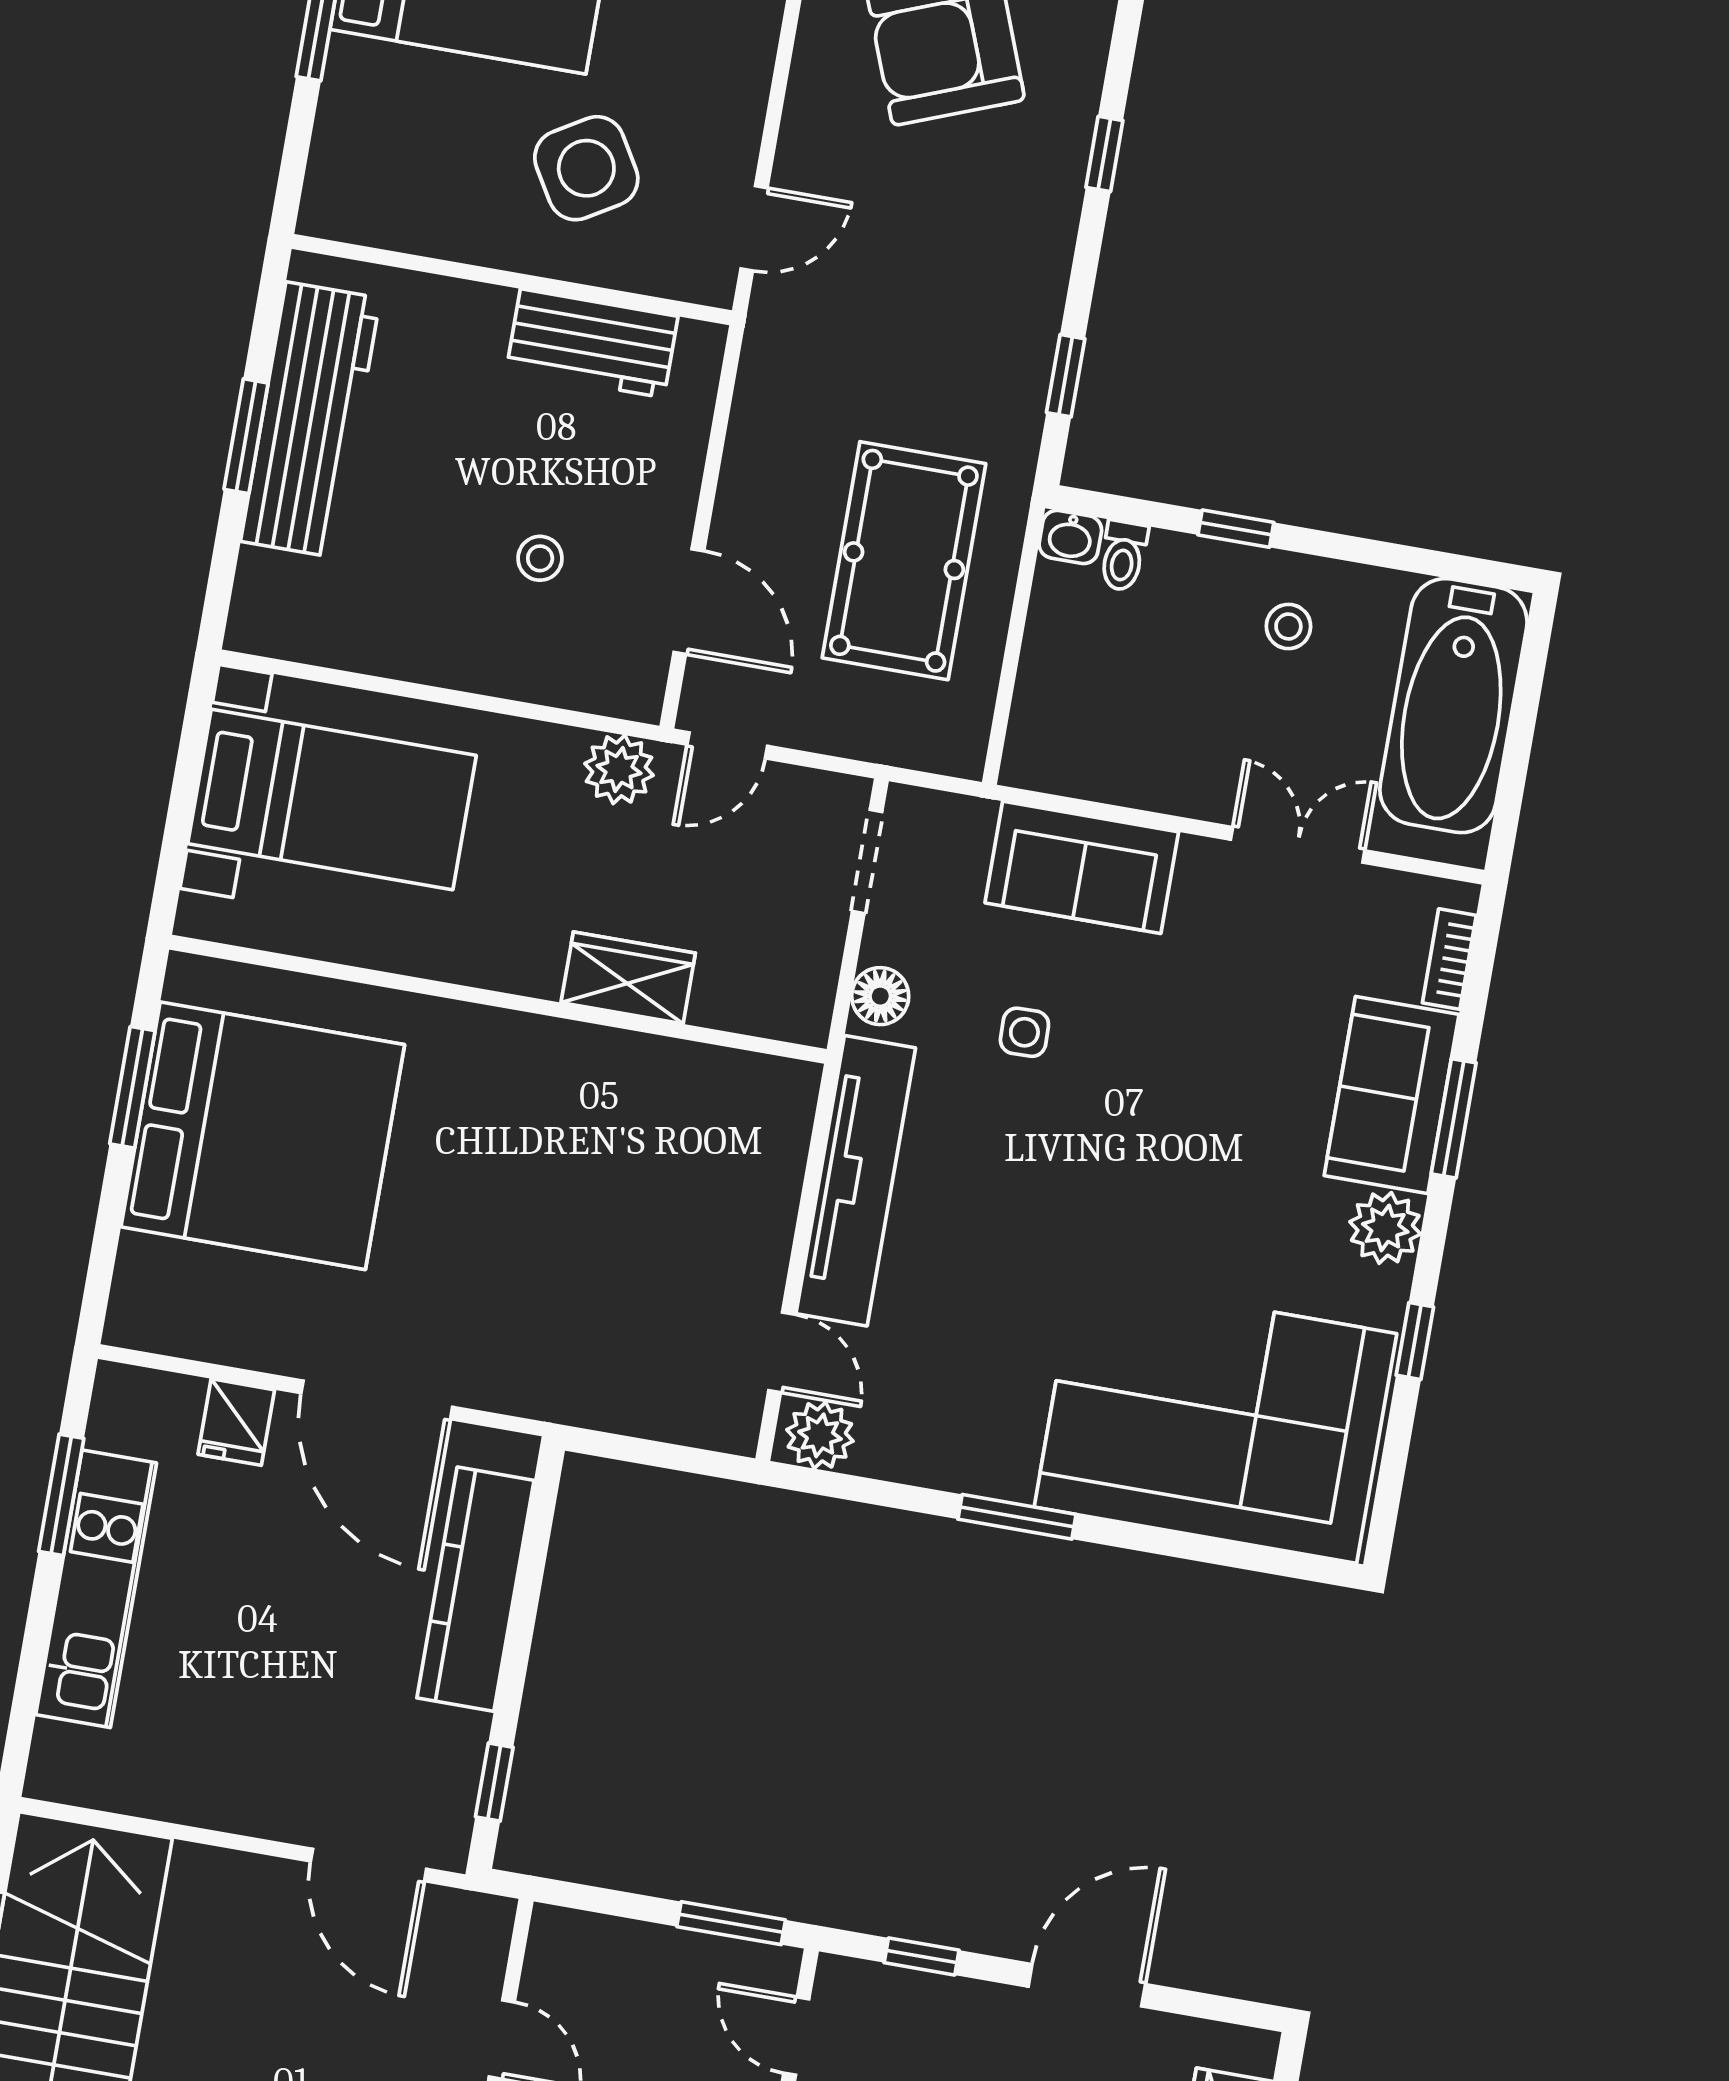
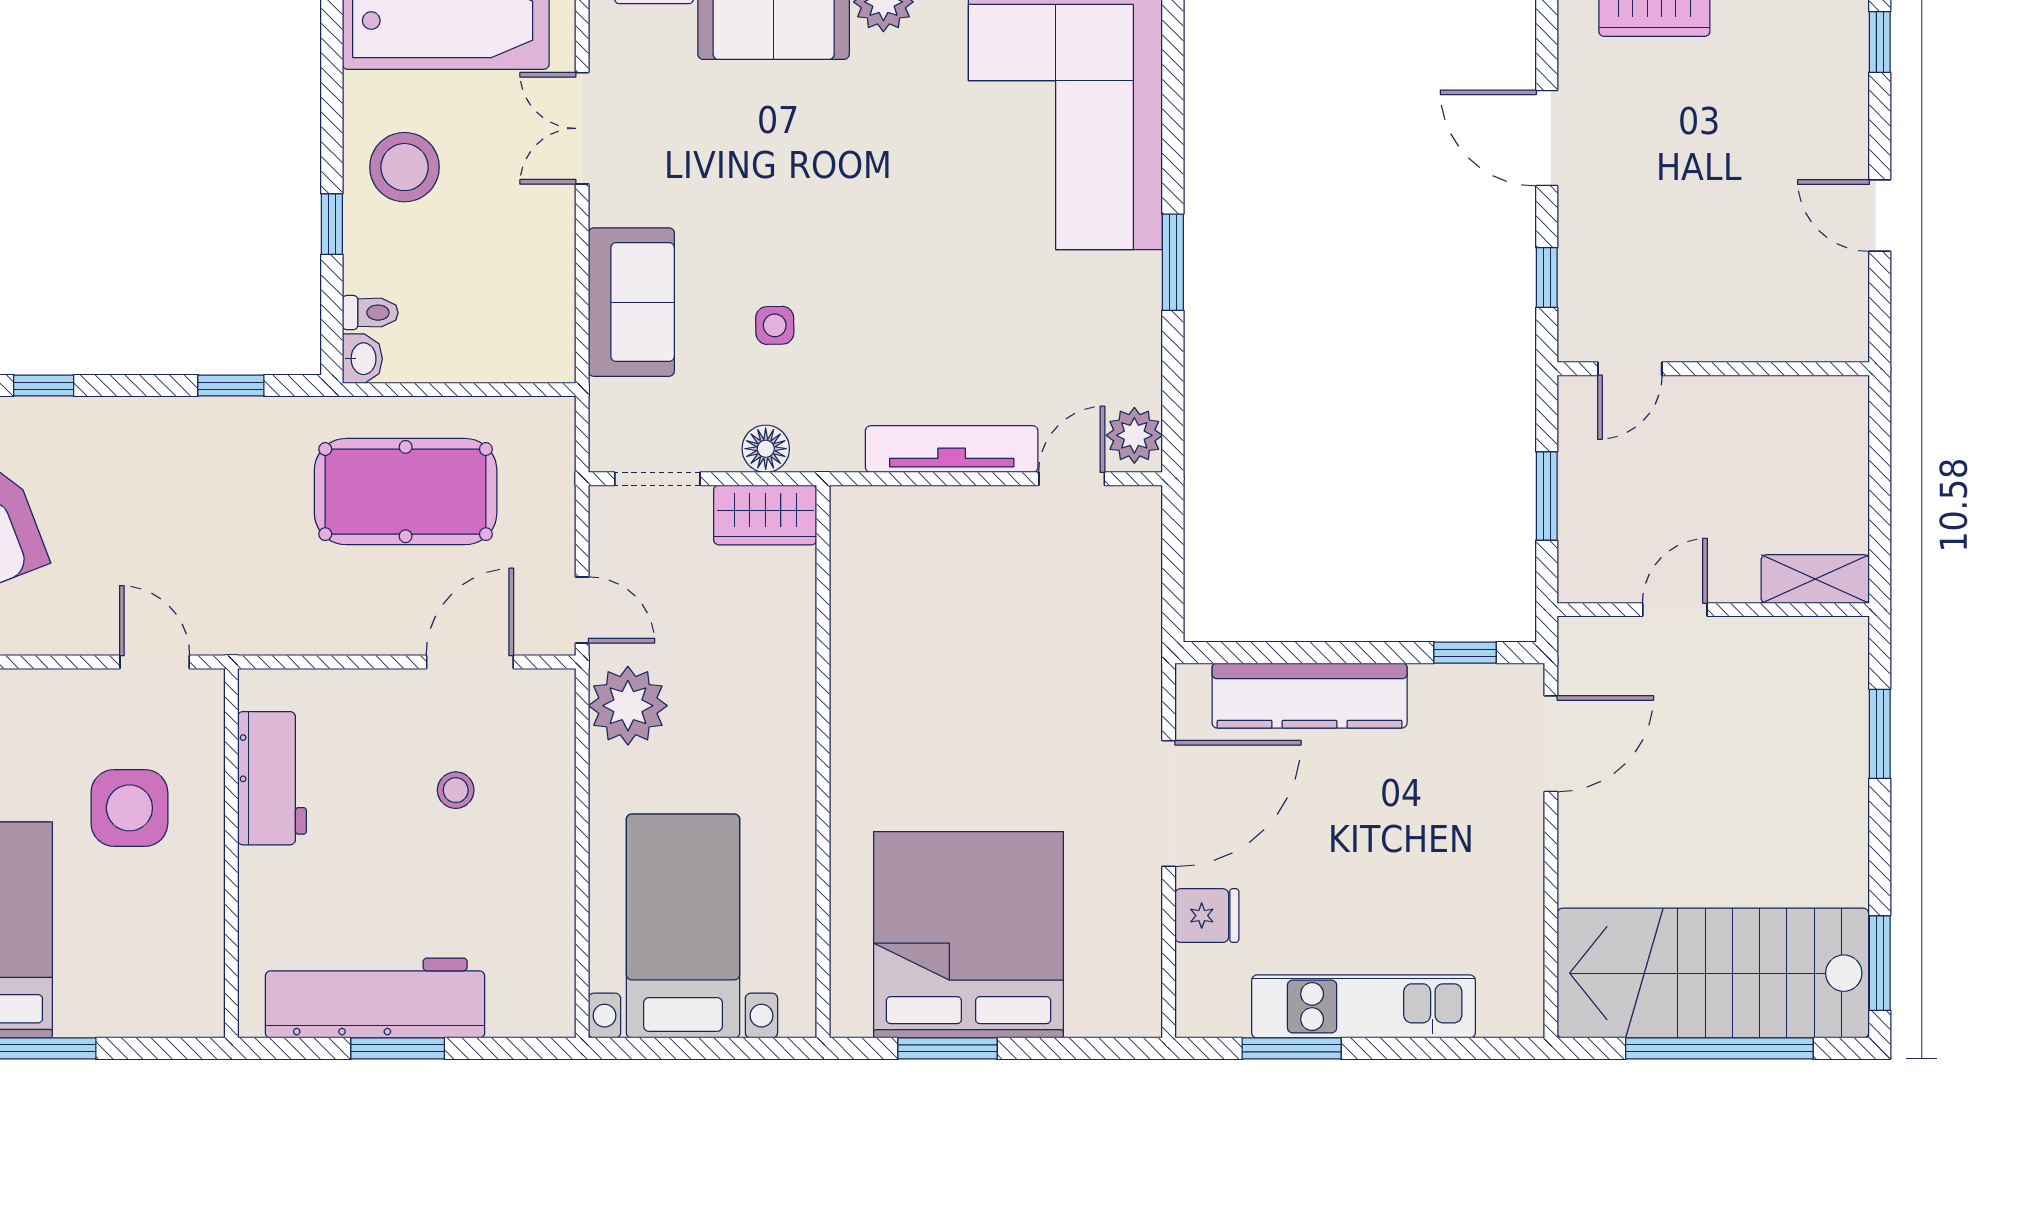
side table: (586, 168) -> (129, 808), turned 31
stool: (1288, 626) -> (404, 167), width x1.89, depth x1.89
plant: (619, 769) -> (628, 706), width x1.36, depth x1.36
wardrobe: (628, 978) -> (765, 515), moved, turned -90
tv unit: (856, 1181) -> (952, 449), width x0.73, depth x0.78
window: (731, 1923) -> (1547, 496), moved

